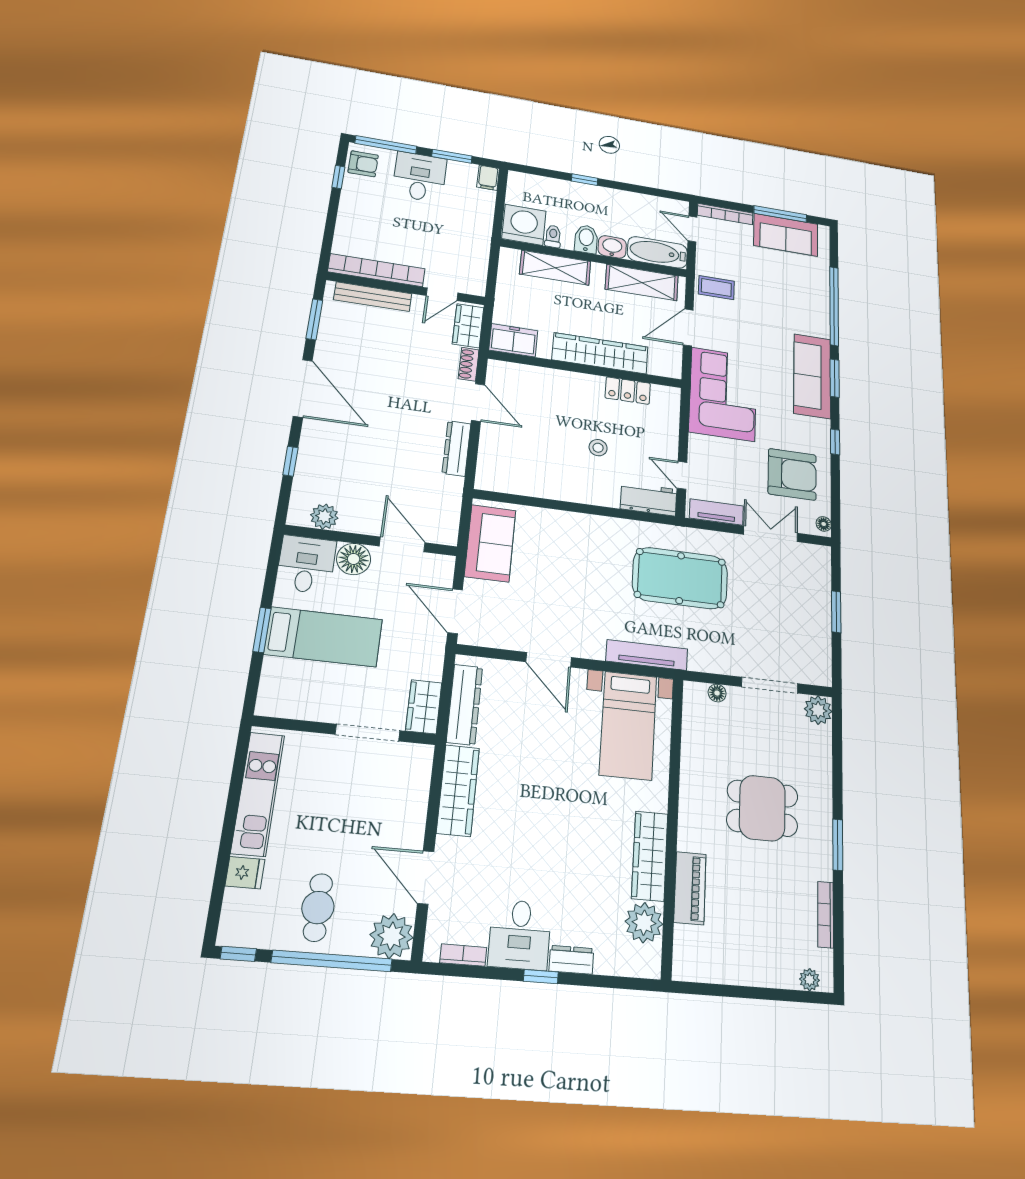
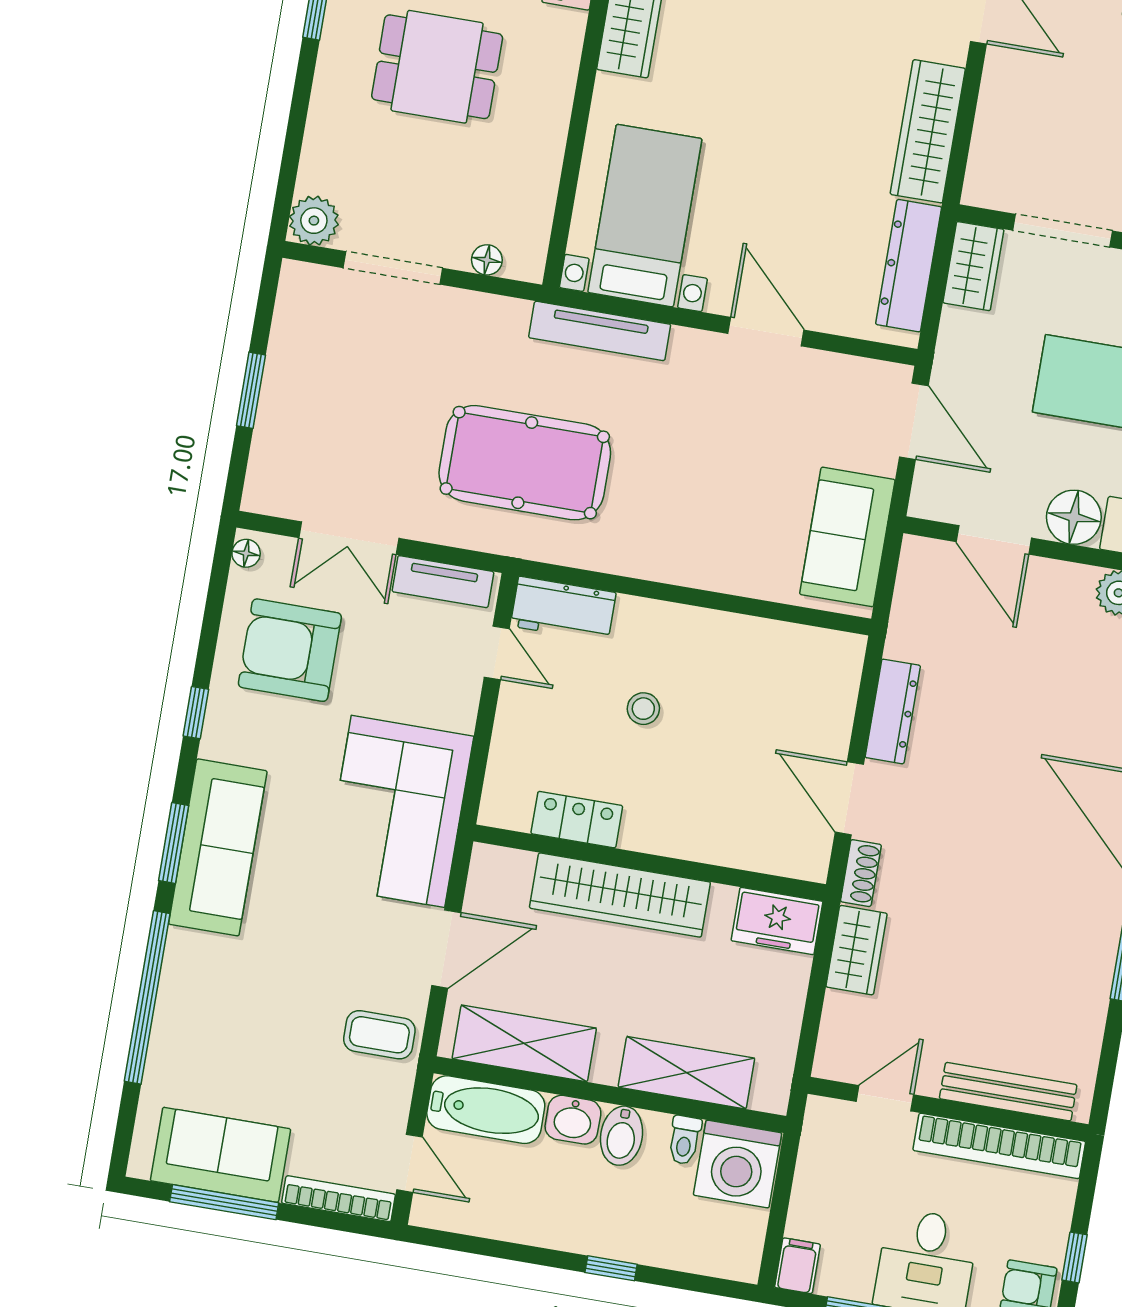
bookcase: (377, 270) -> (999, 1146), moved
wall: (406, 289) -> (948, 1109), moved
door: (442, 294) -> (885, 1098), moved
bench: (373, 297) -> (1008, 1092), moved

